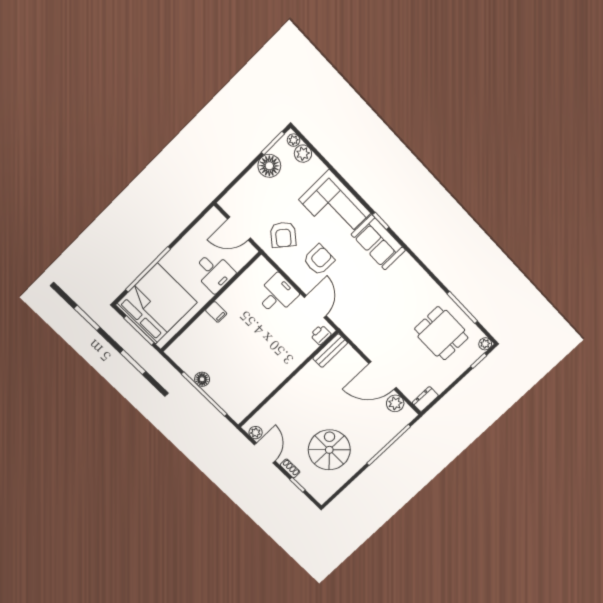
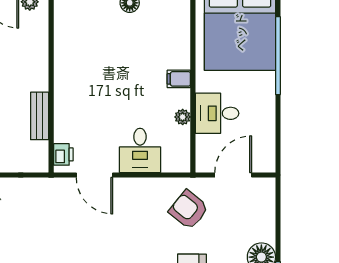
armchair: (319, 260) -> (134, 220), removed
plant: (235, 289) -> (183, 117), added
bench: (330, 351) -> (40, 116), moved

